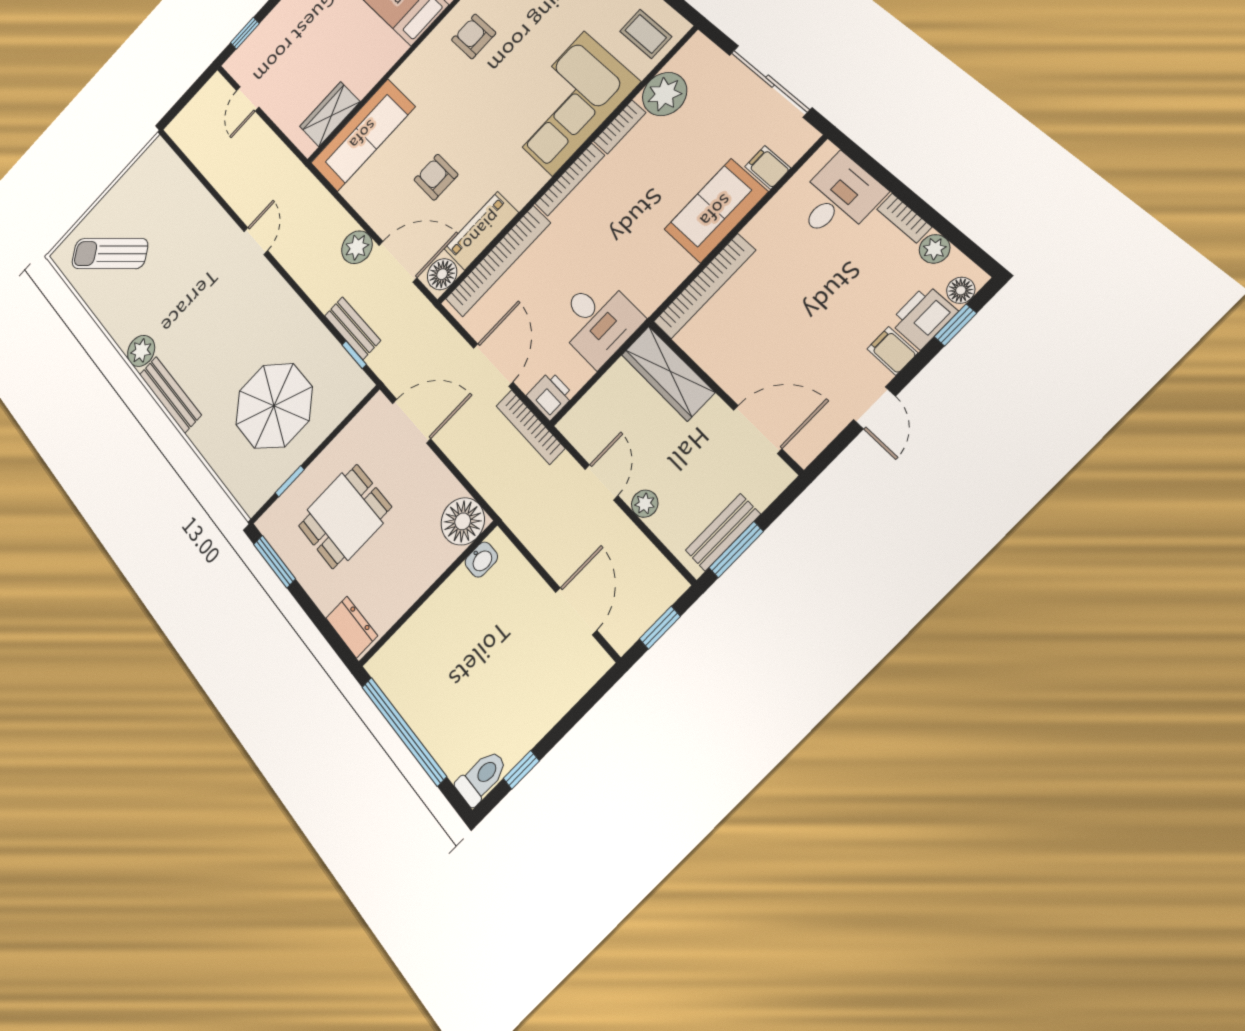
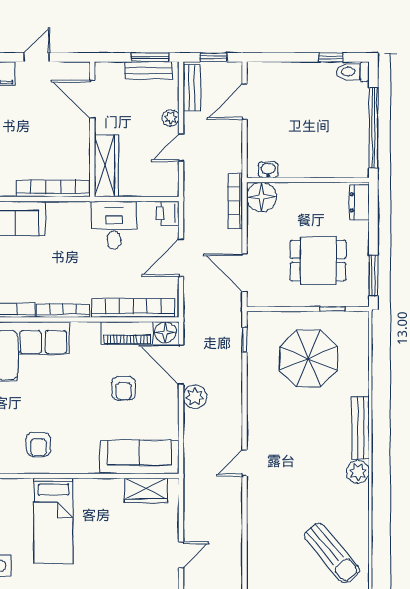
bench: (352, 328) -> (192, 88), moved
bookcase: (530, 427) -> (235, 201), moved, turned 180

